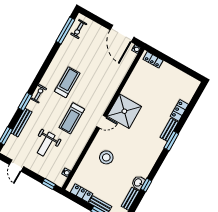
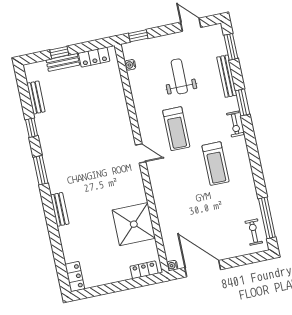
locker: (179, 110) -> (75, 277), moved
shower: (124, 111) -> (134, 224), moved
treadmill: (72, 118) -> (176, 129), turned 180
door: (101, 122) -> (141, 153), swing flipped
window: (171, 141) -> (41, 170), moved
stool: (106, 157) -> (101, 119), removed
washbasin: (138, 183) -> (43, 123), removed

